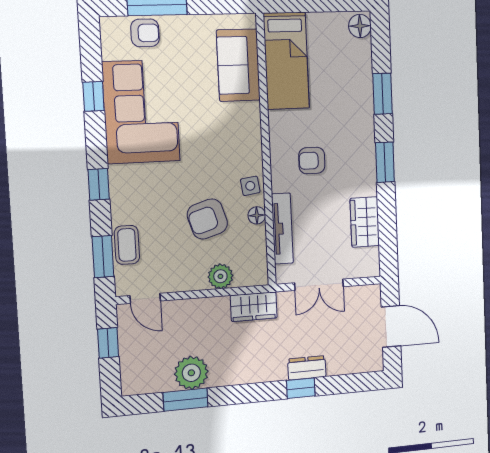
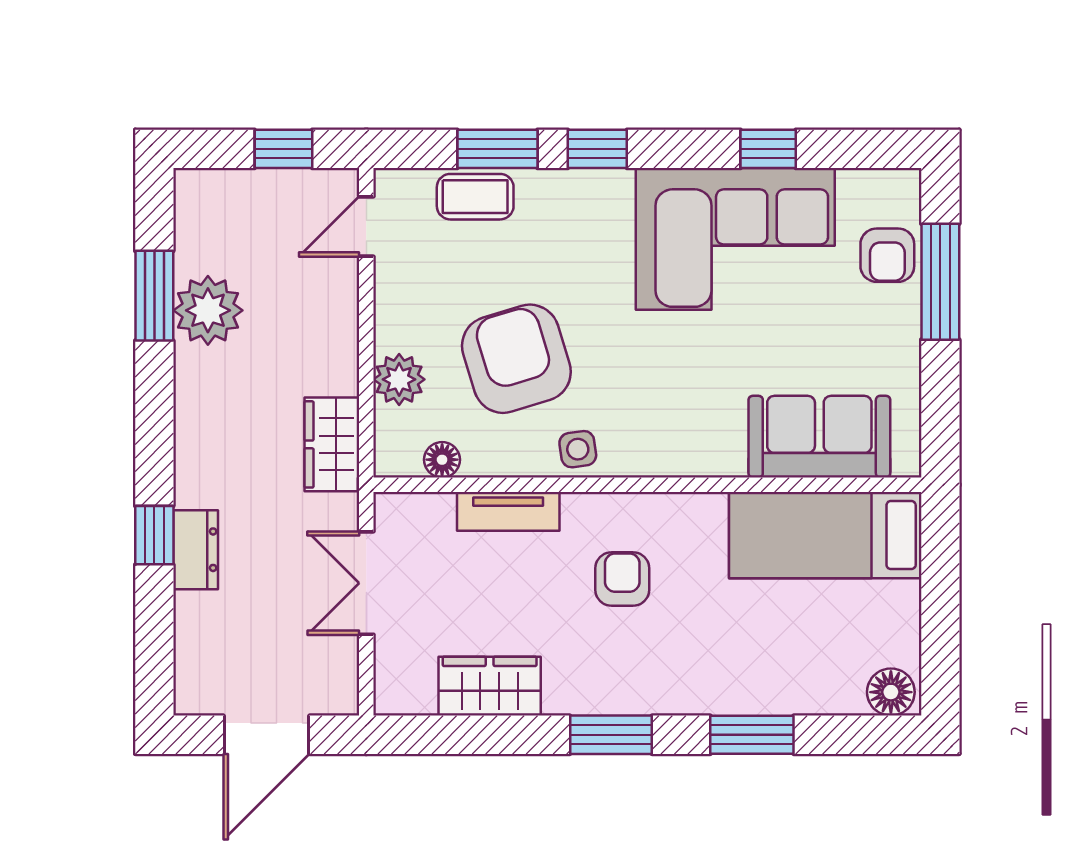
floor lamp: (257, 215) -> (442, 460), moved
armchair: (207, 219) -> (516, 359), width x1.36, depth x1.36
tv unit: (282, 229) -> (508, 511), width x0.71
window: (103, 257) -> (497, 149), moved

